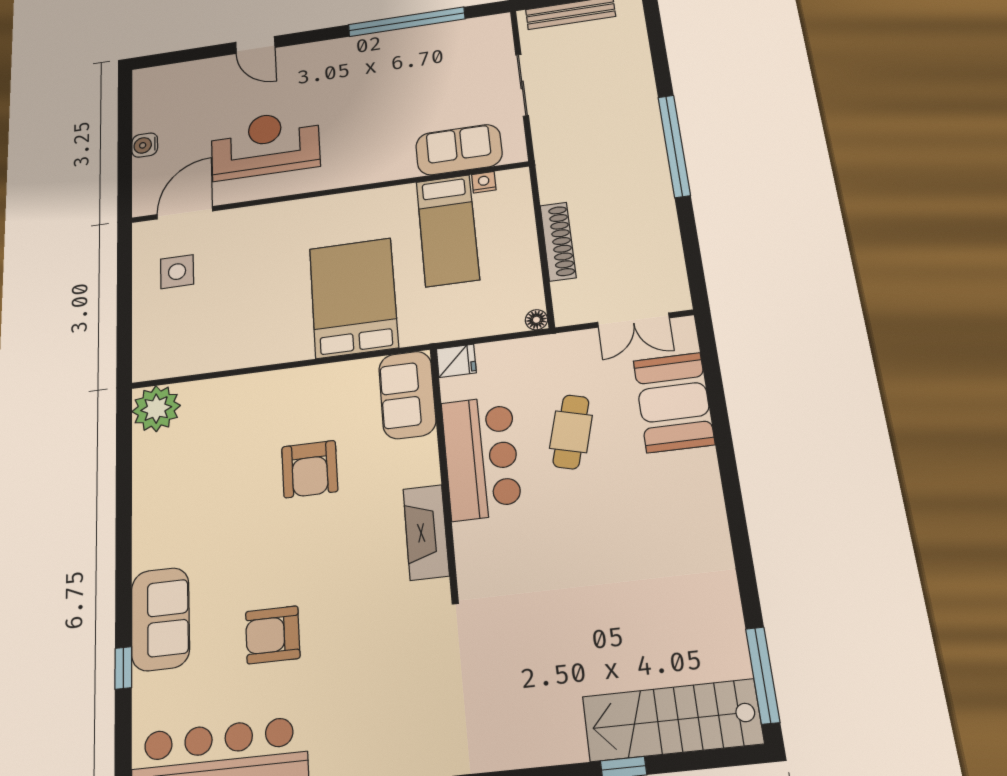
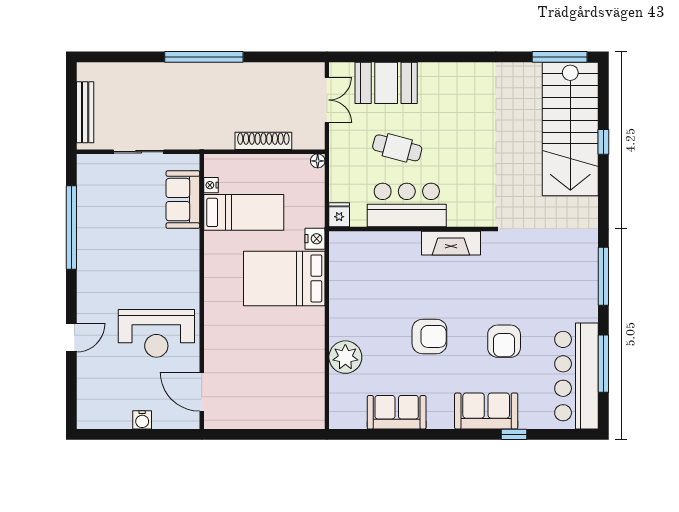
reception desk: (265, 145) -> (156, 333), turned -90
side table: (177, 272) -> (247, 398), removed
nightstand: (417, 332) -> (315, 239), added
sofa: (407, 395) -> (397, 412), moved, turned 180
plant: (156, 409) -> (345, 357), moved
armchair: (310, 469) -> (429, 336), moved
stairs: (672, 720) -> (570, 129), width x1.36, depth x1.51

